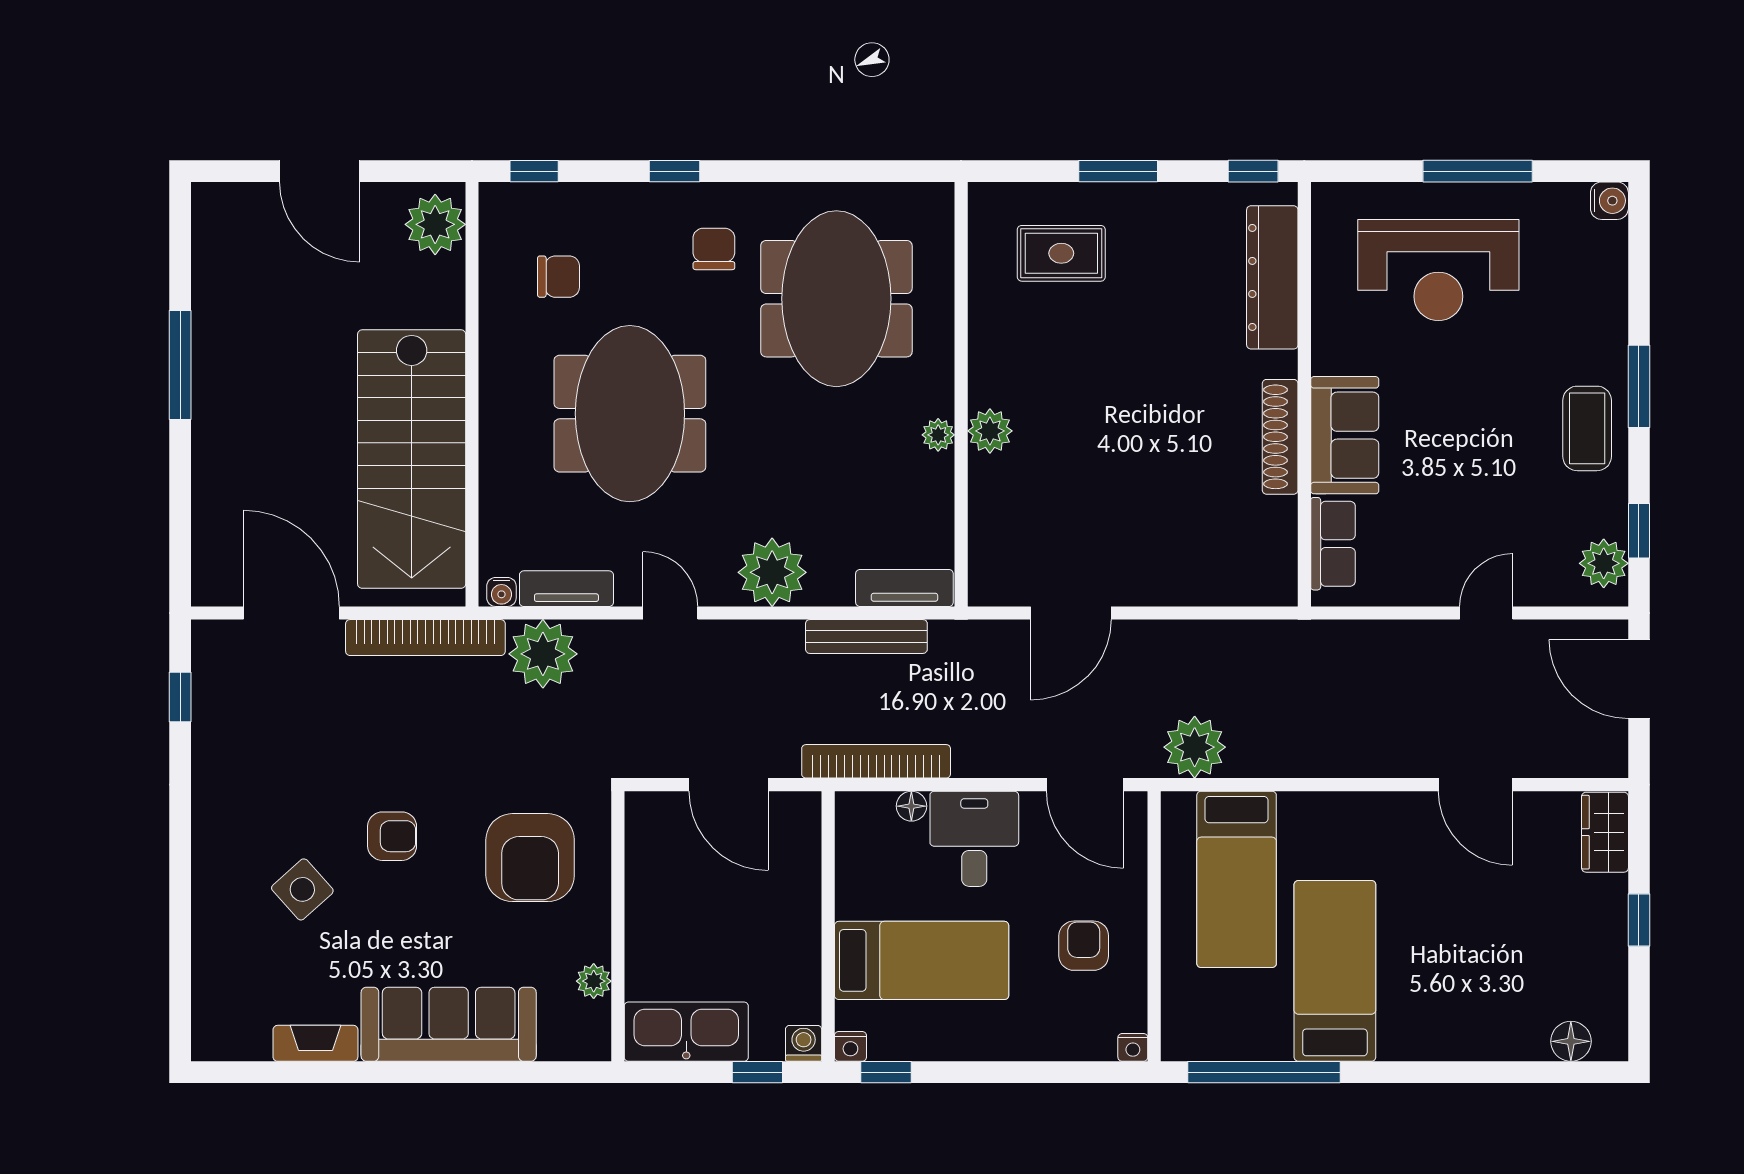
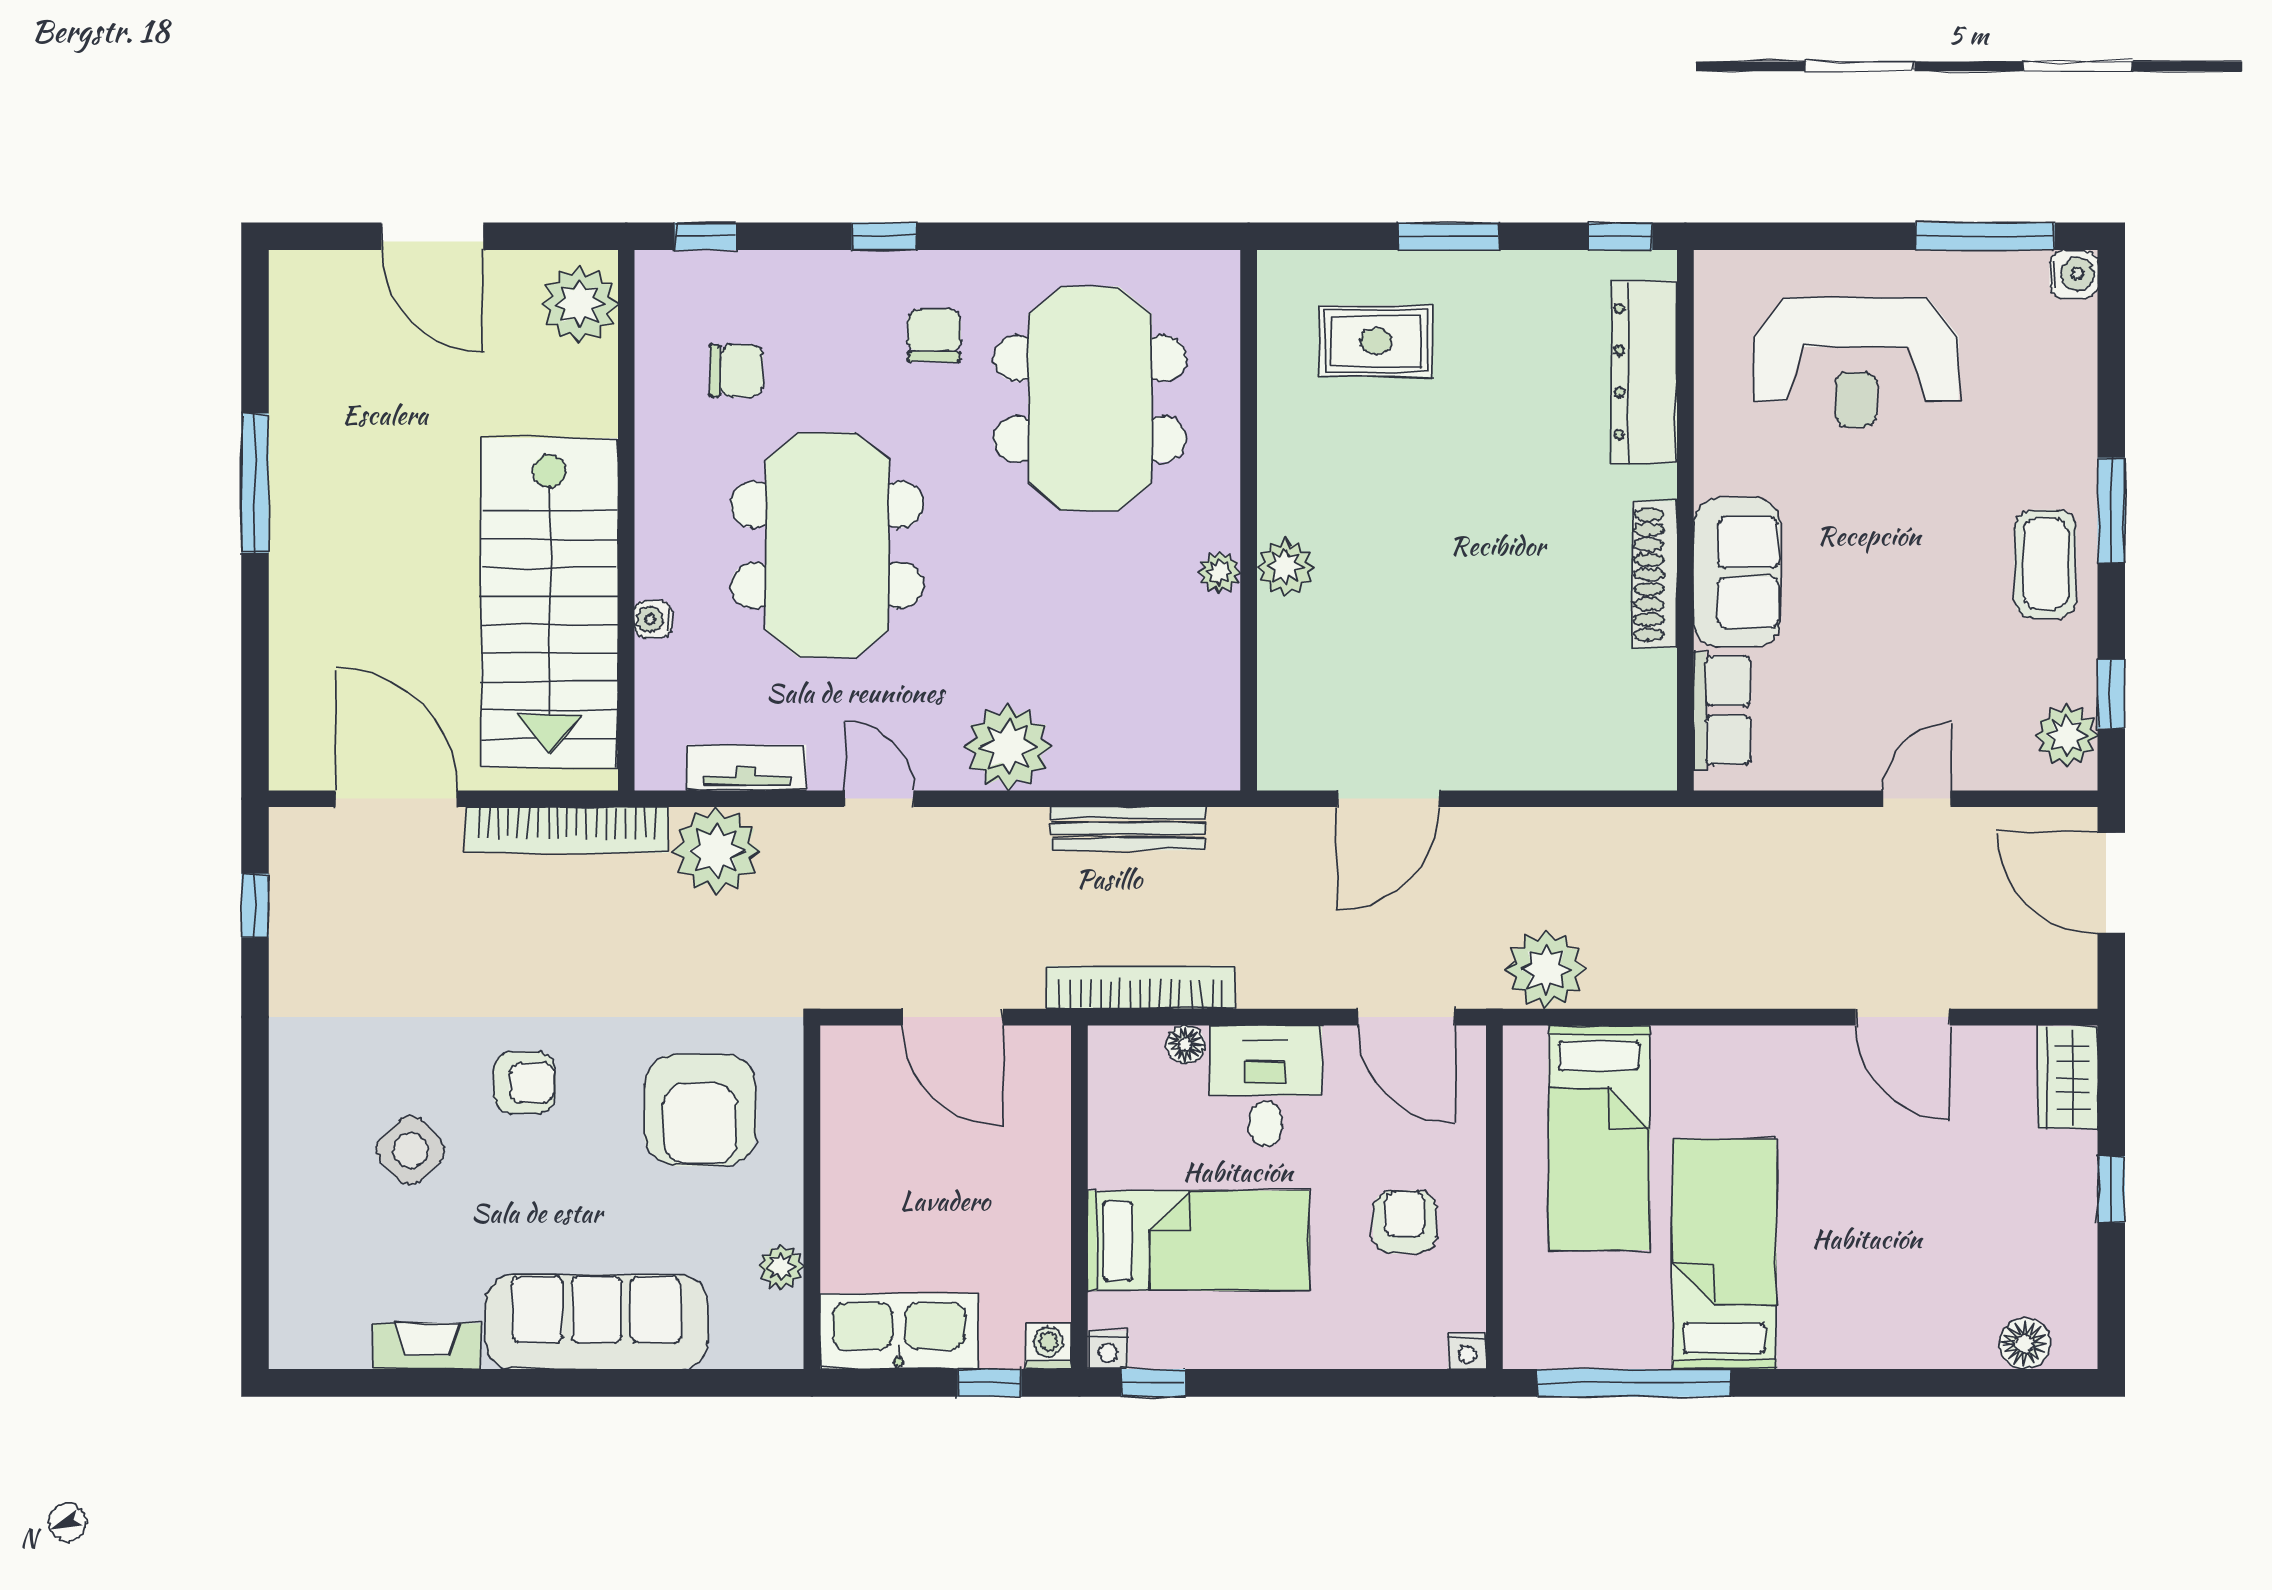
window: (1478, 171) -> (1985, 236), moved
tv unit: (904, 588) -> (1177, 767), removed
water cooler: (501, 592) -> (653, 619), moved, turned 90

